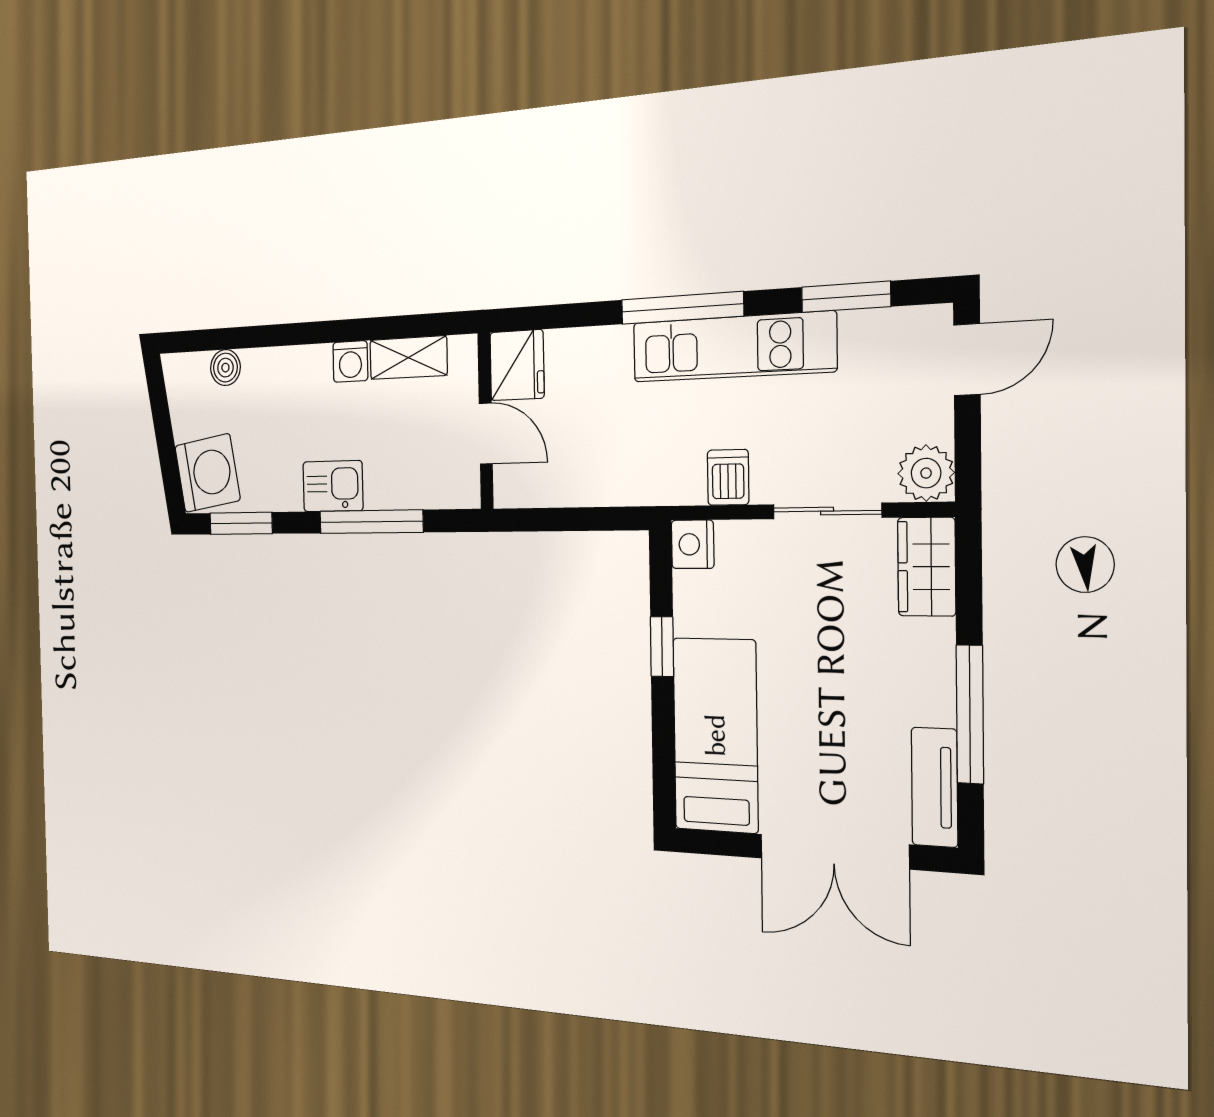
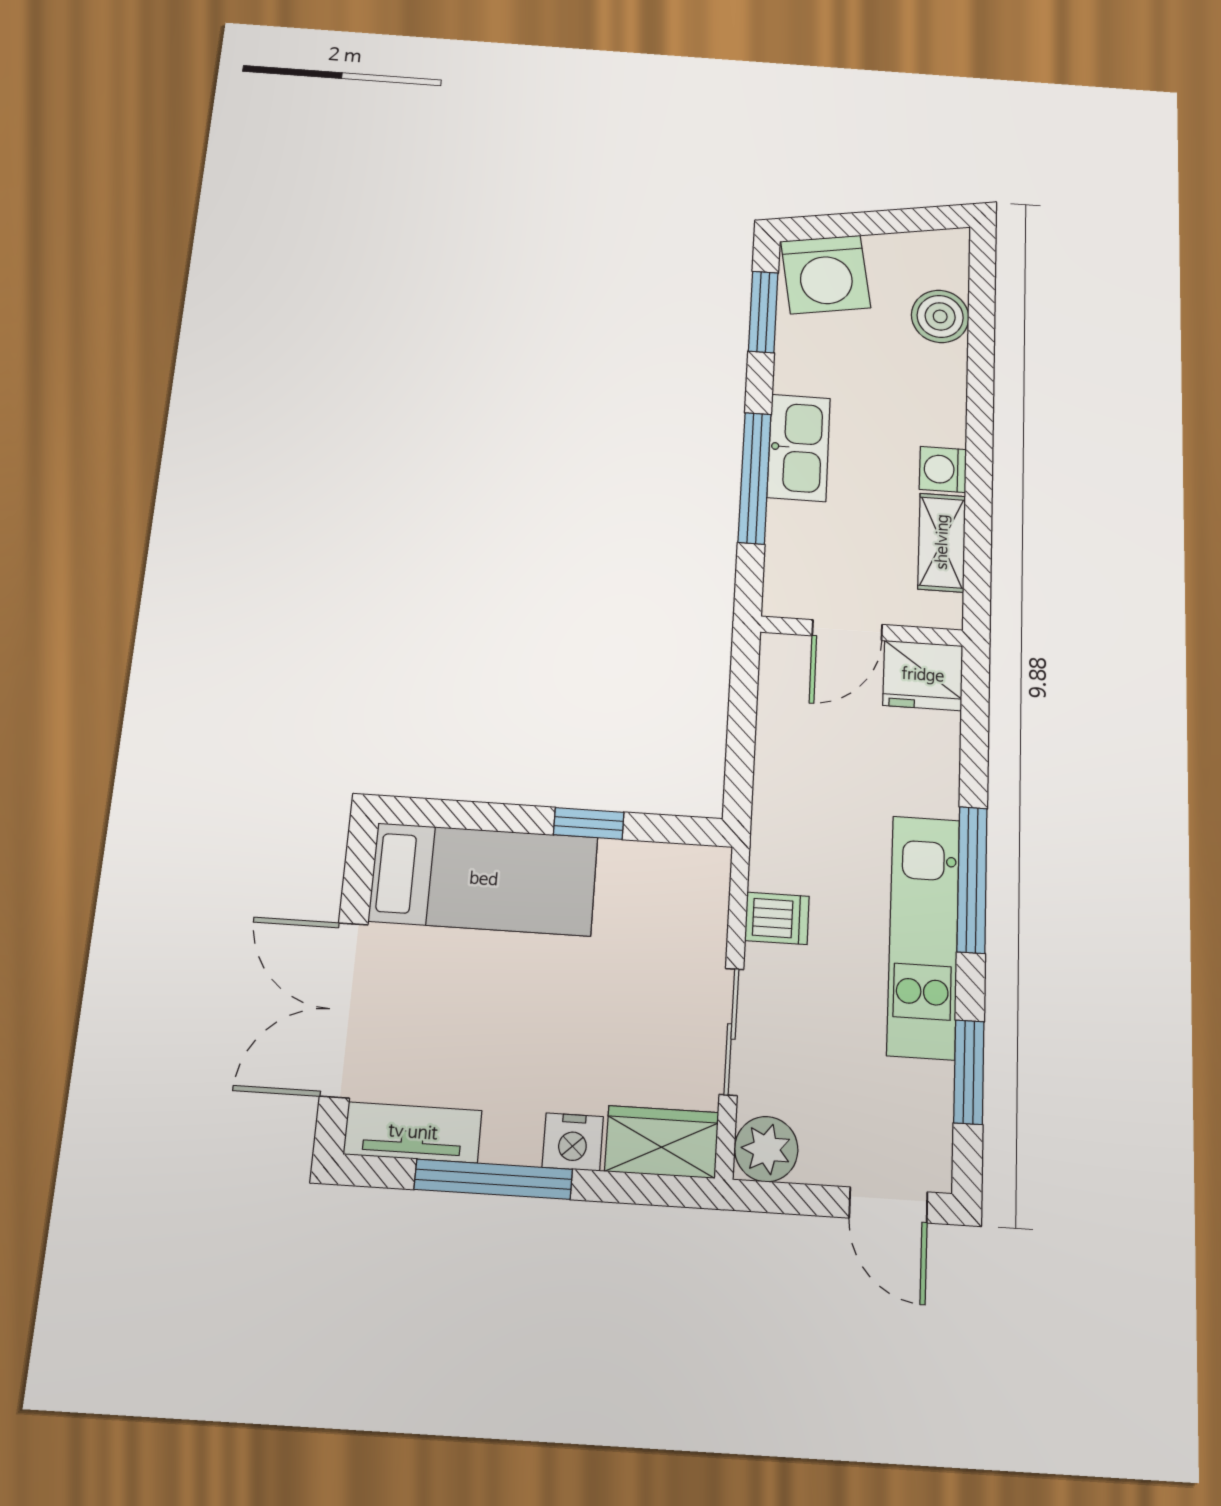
boiler: (225, 368) -> (940, 316), width x1.36, depth x1.36
kitchen sink: (333, 486) -> (799, 448), width x1.38
nightstand: (693, 544) -> (573, 1142), moved, turned 180

